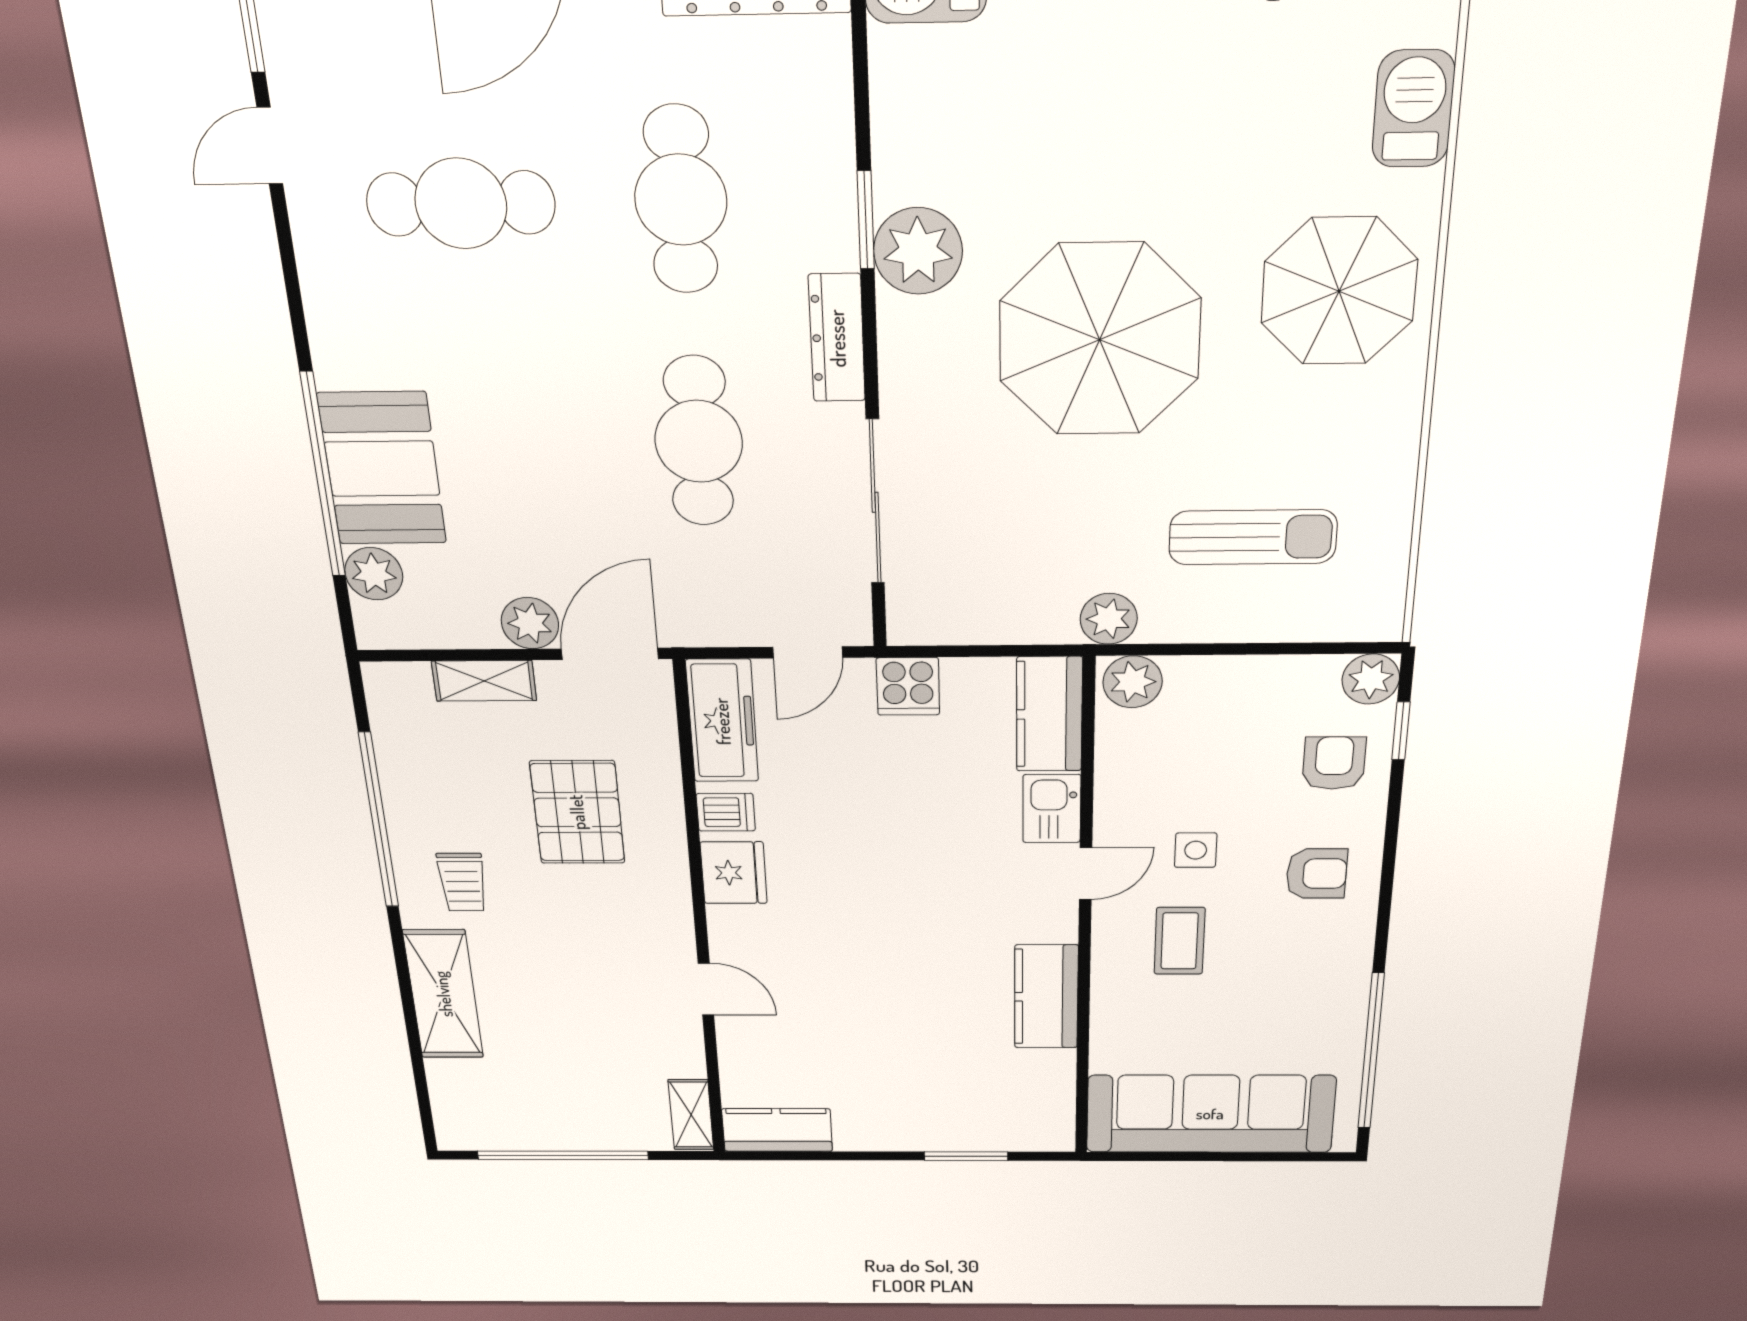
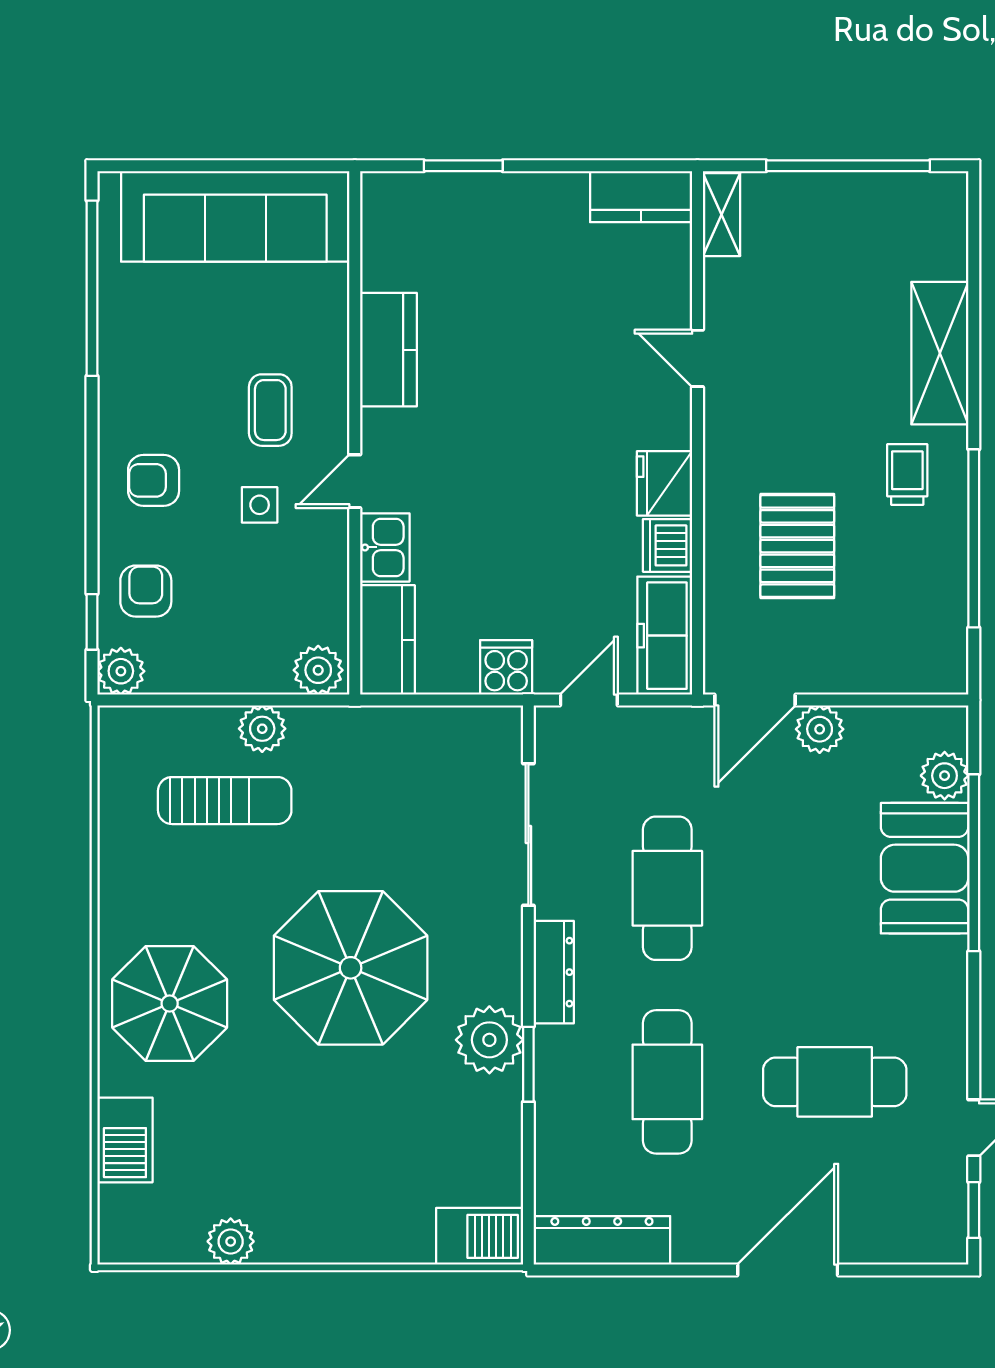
sun lounger: (1253, 537) -> (225, 801), turned 180
plant: (1109, 619) -> (262, 729), moved
shelving: (484, 681) -> (864, 676), removed
armchair: (1334, 763) -> (146, 591), turned 180
dishwasher: (726, 812) -> (668, 545), width x1.38

